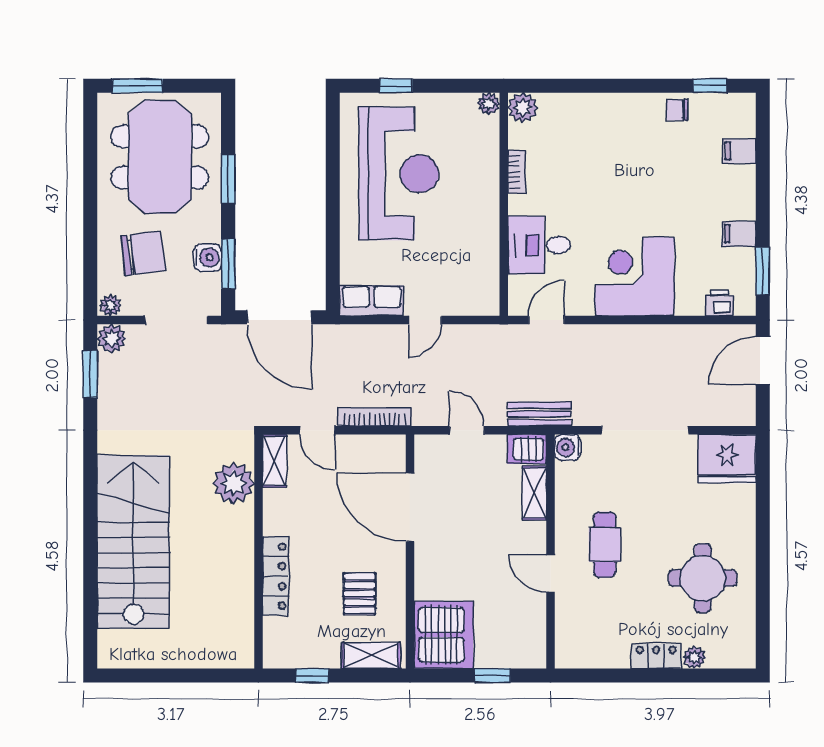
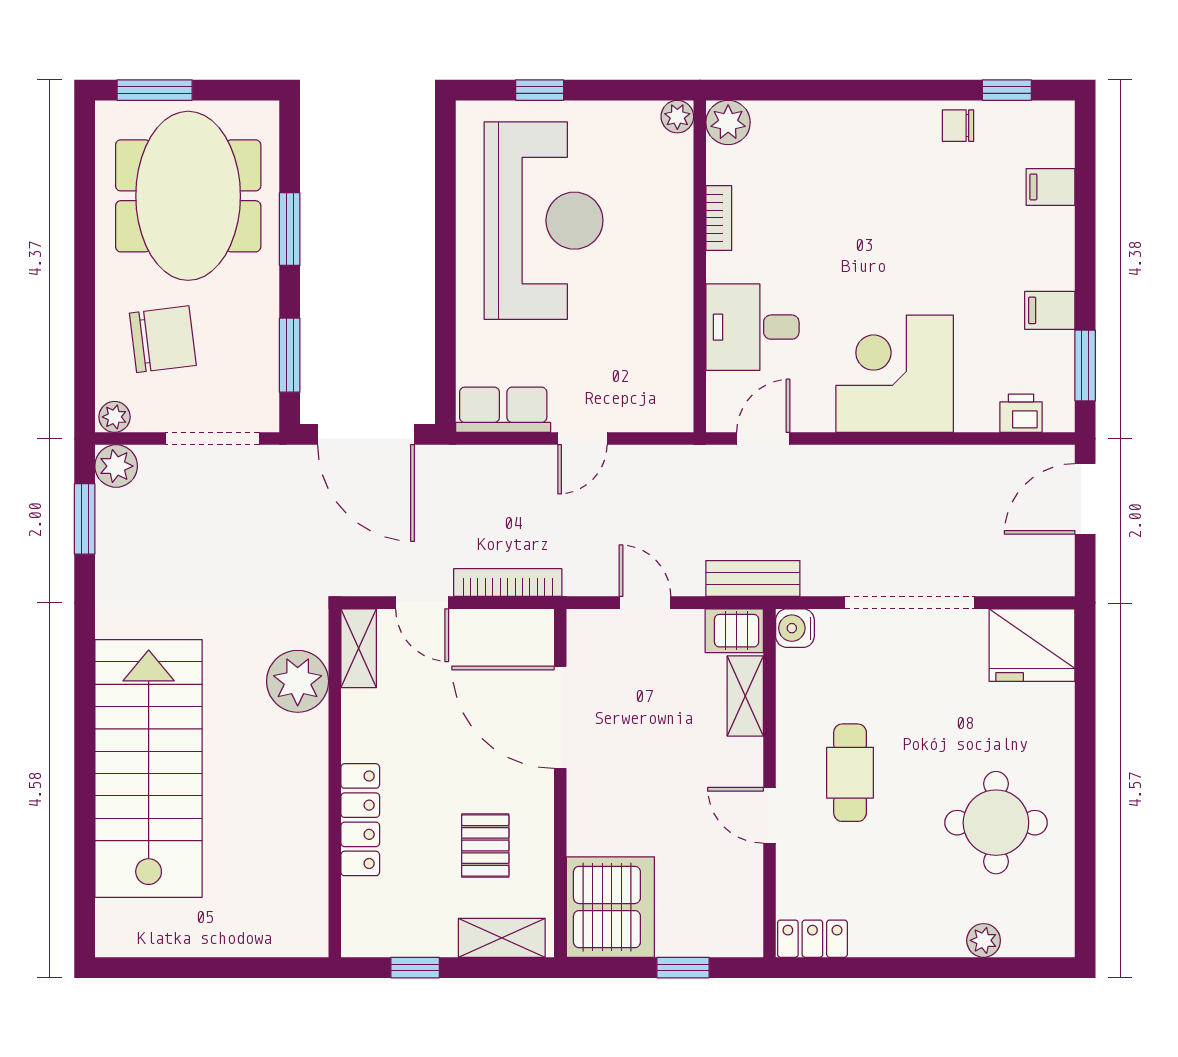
water cooler: (207, 258) -> (259, 346), removed
locker: (656, 656) -> (812, 939), moved

